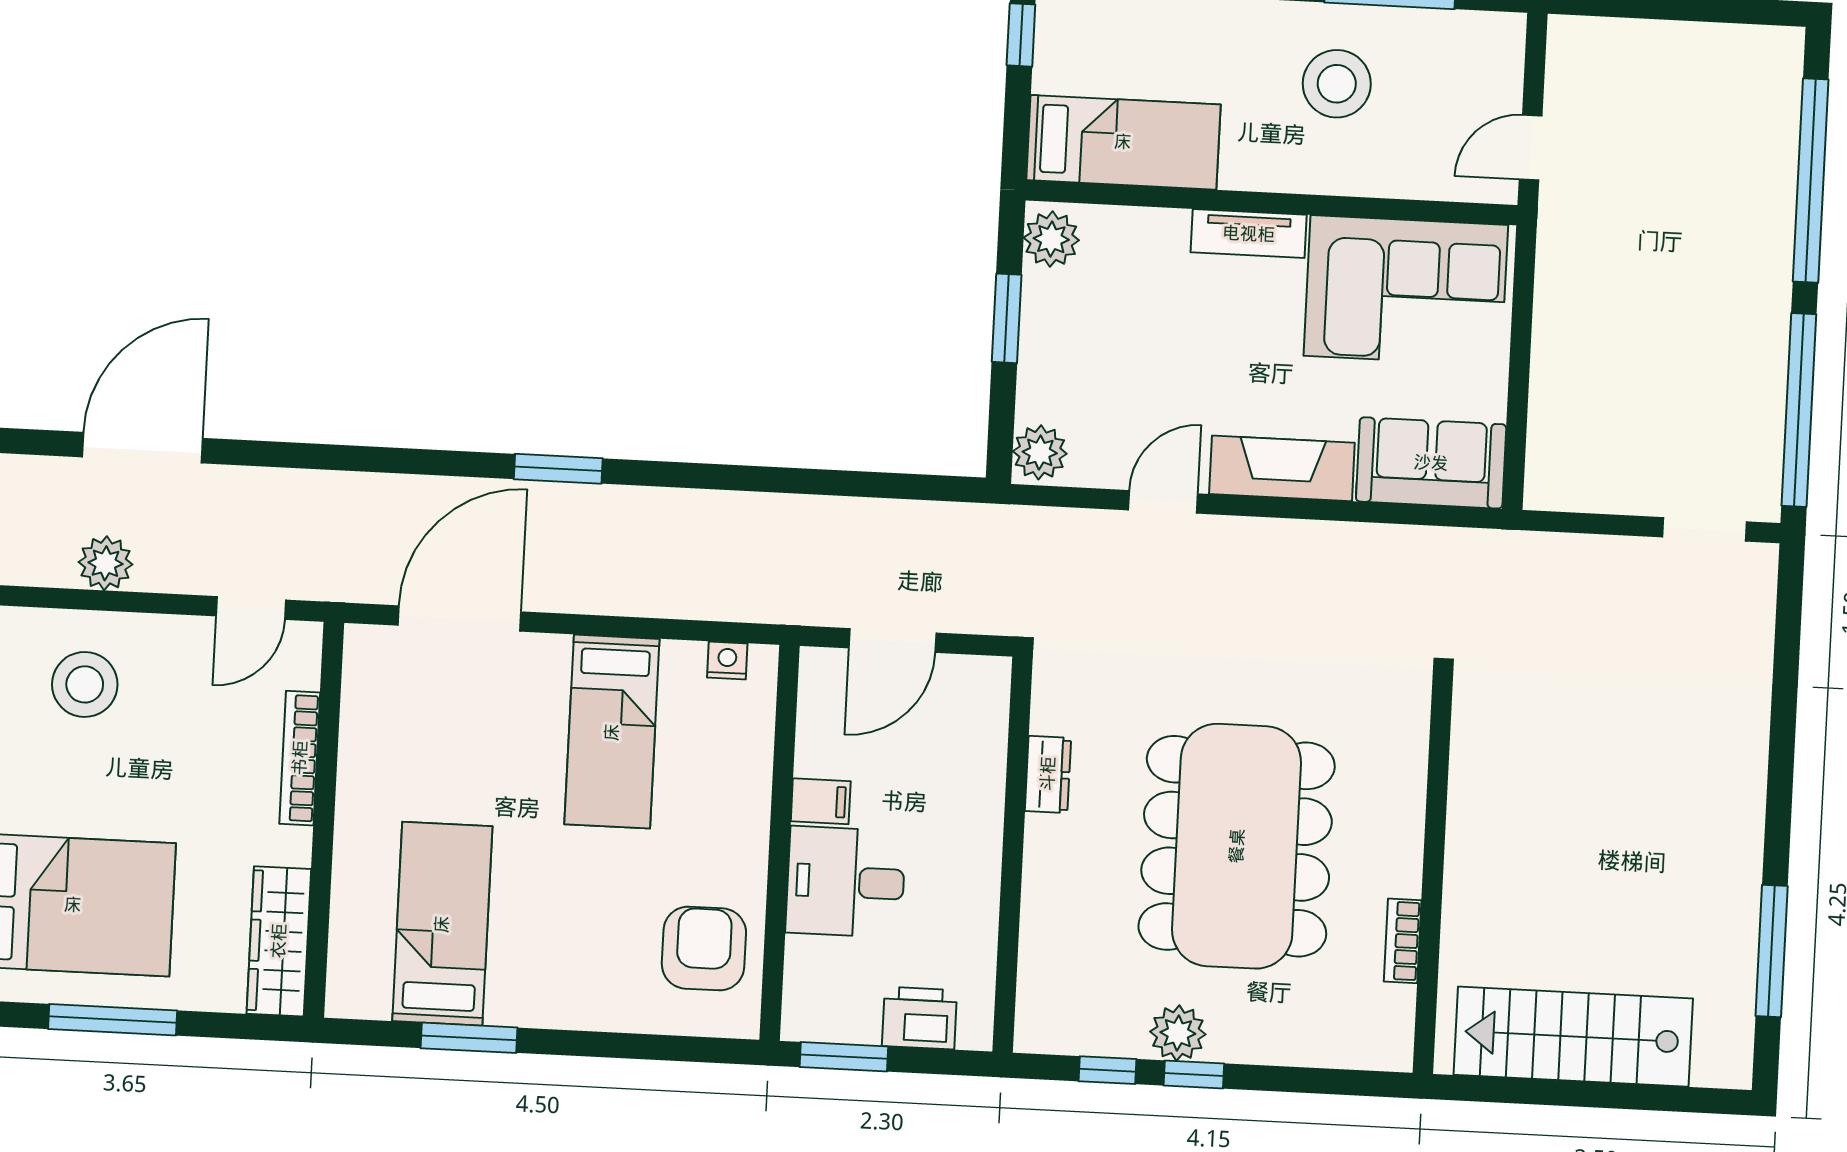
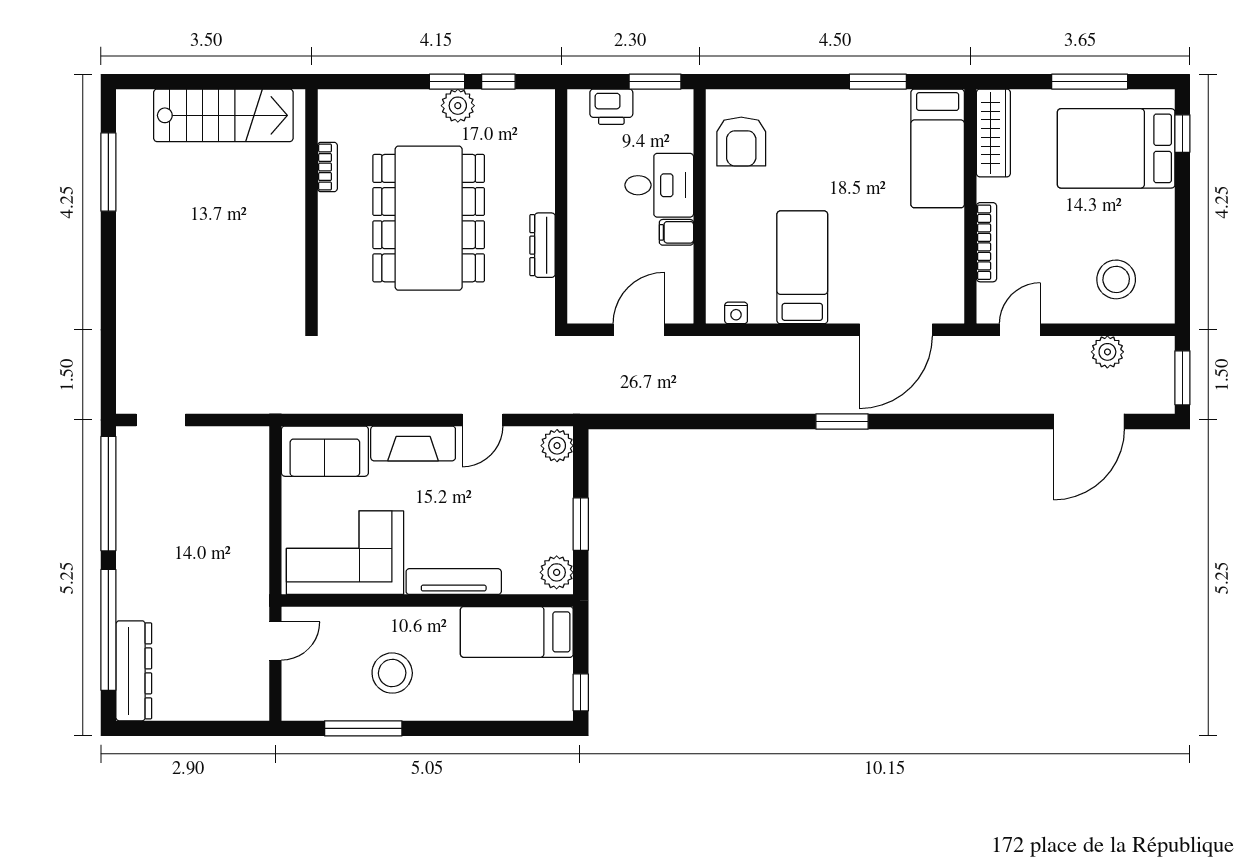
dresser: (1771, 109) -> (134, 671), added
tv unit: (1249, 234) -> (454, 582), width x1.41
dresser: (1048, 774) -> (543, 245), width x1.44
bed: (442, 924) -> (938, 148), moved

